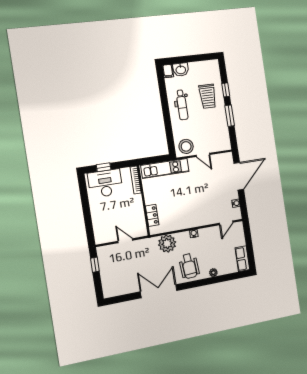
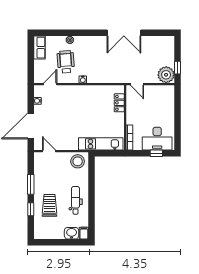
door: (203, 155) -> (49, 151), moved
door: (125, 241) -> (137, 84), moved
plant: (167, 244) -> (166, 75), moved
wheelchair: (189, 266) -> (66, 62), moved

